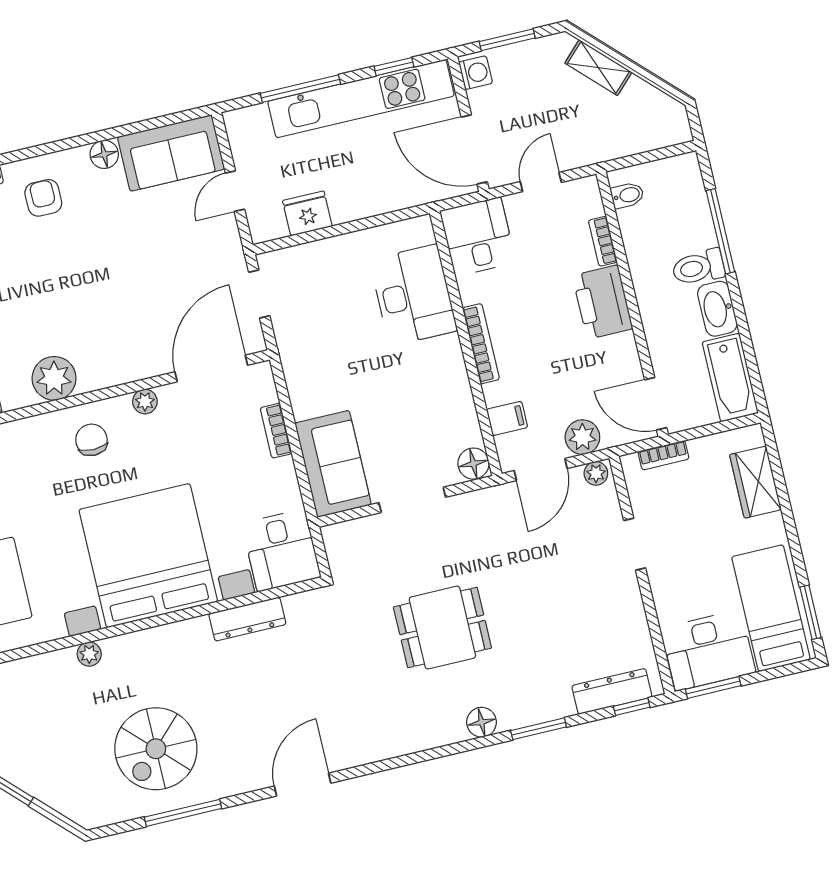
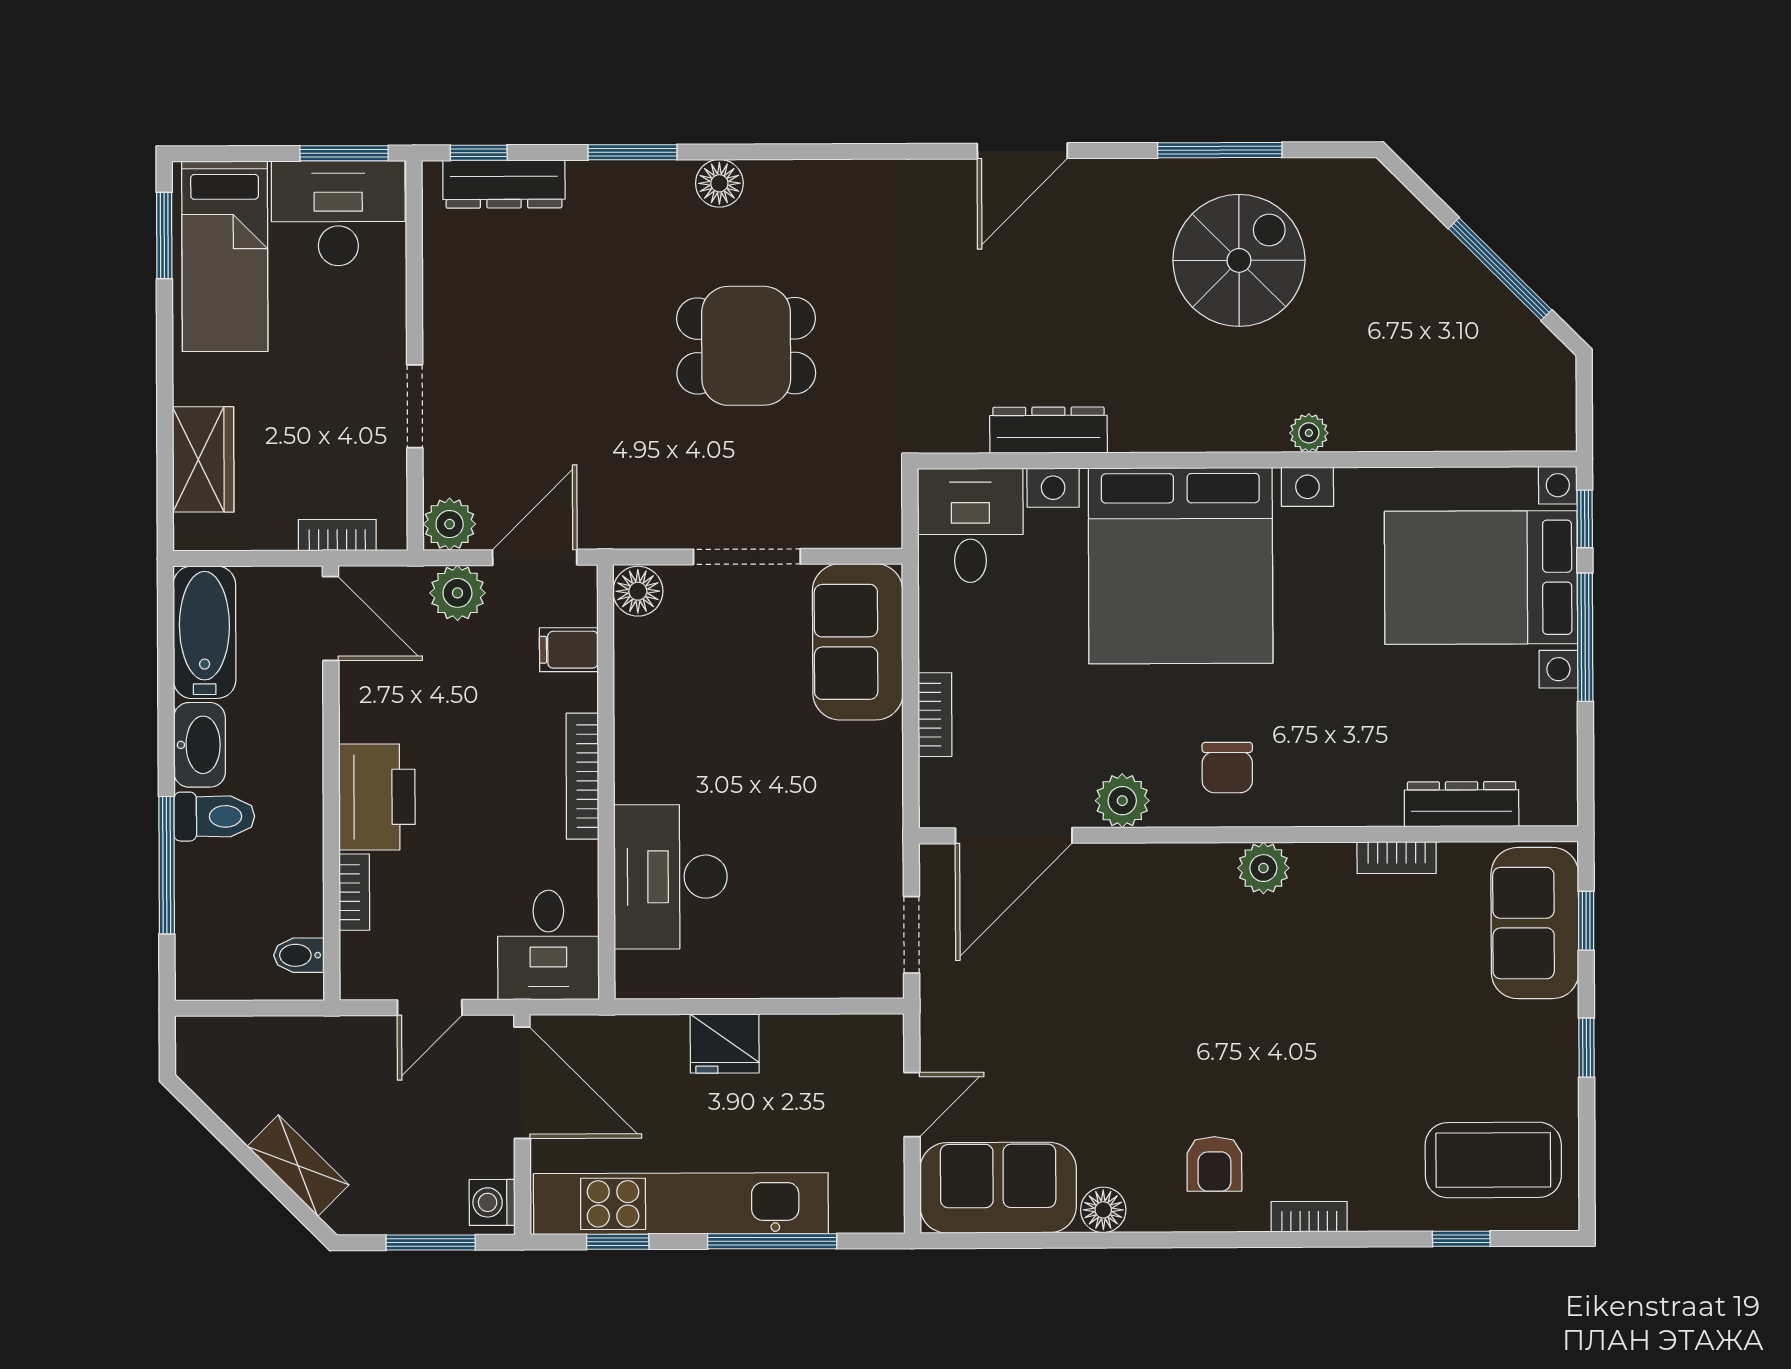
fridge: (307, 213) -> (725, 1044), moved
plant: (54, 378) -> (1263, 868), width x0.73, depth x0.73
plant: (145, 402) -> (1122, 801), width x1.38, depth x1.38
plant: (596, 473) -> (450, 524), width x1.38, depth x1.38

